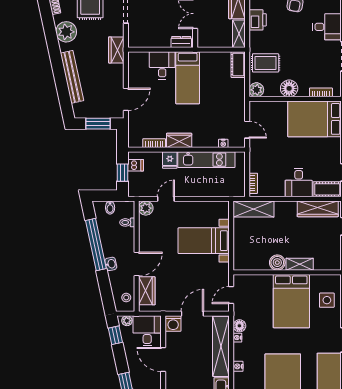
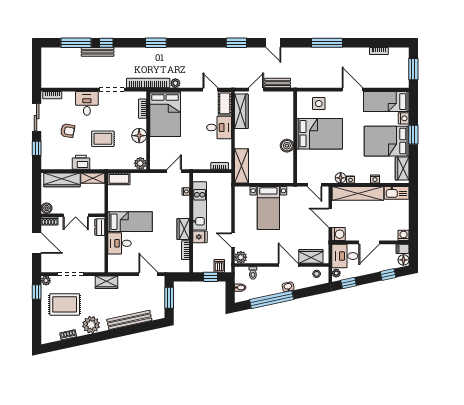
rug: (266, 63) -> (103, 139), moved, turned 90
dishwasher: (136, 165) -> (219, 266), moved
shelving: (300, 264) -> (288, 127), removed

